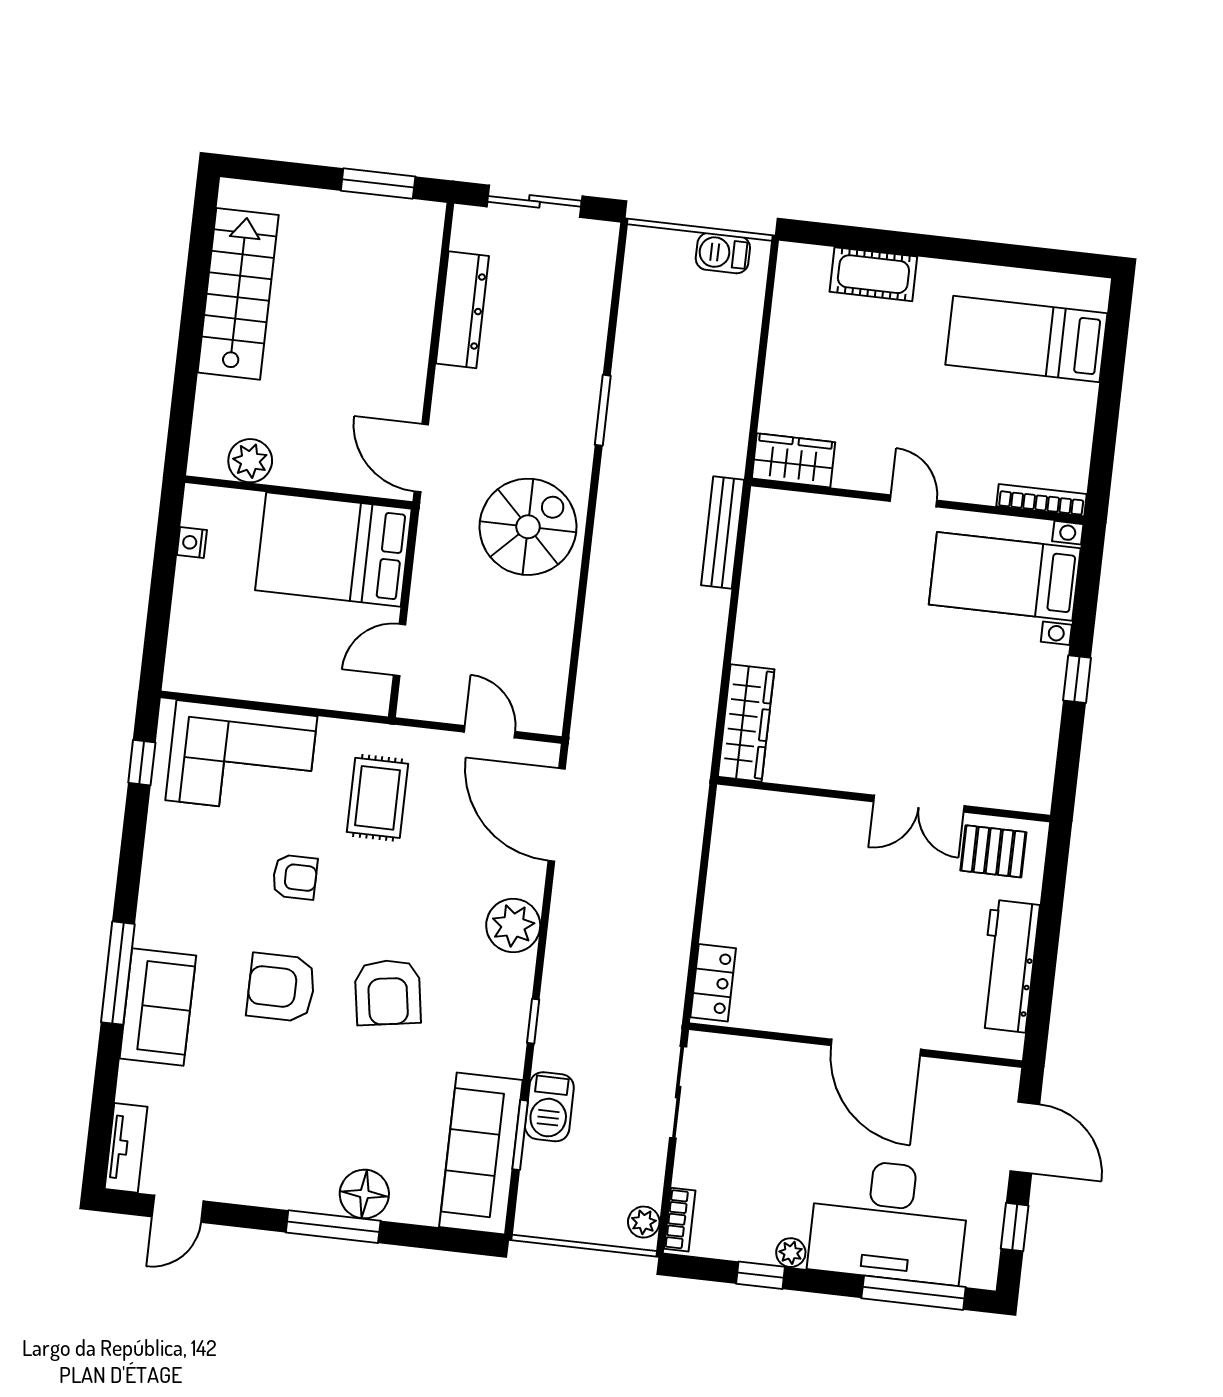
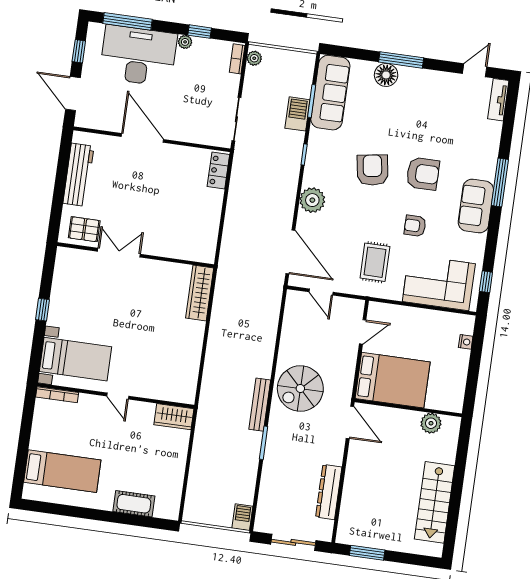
barbecue: (723, 253) -> (242, 517), moved, turned -90
bench: (723, 532) -> (260, 405), moved
nightstand: (192, 543) -> (466, 342), moved
sofa: (158, 1007) -> (476, 206), moved

